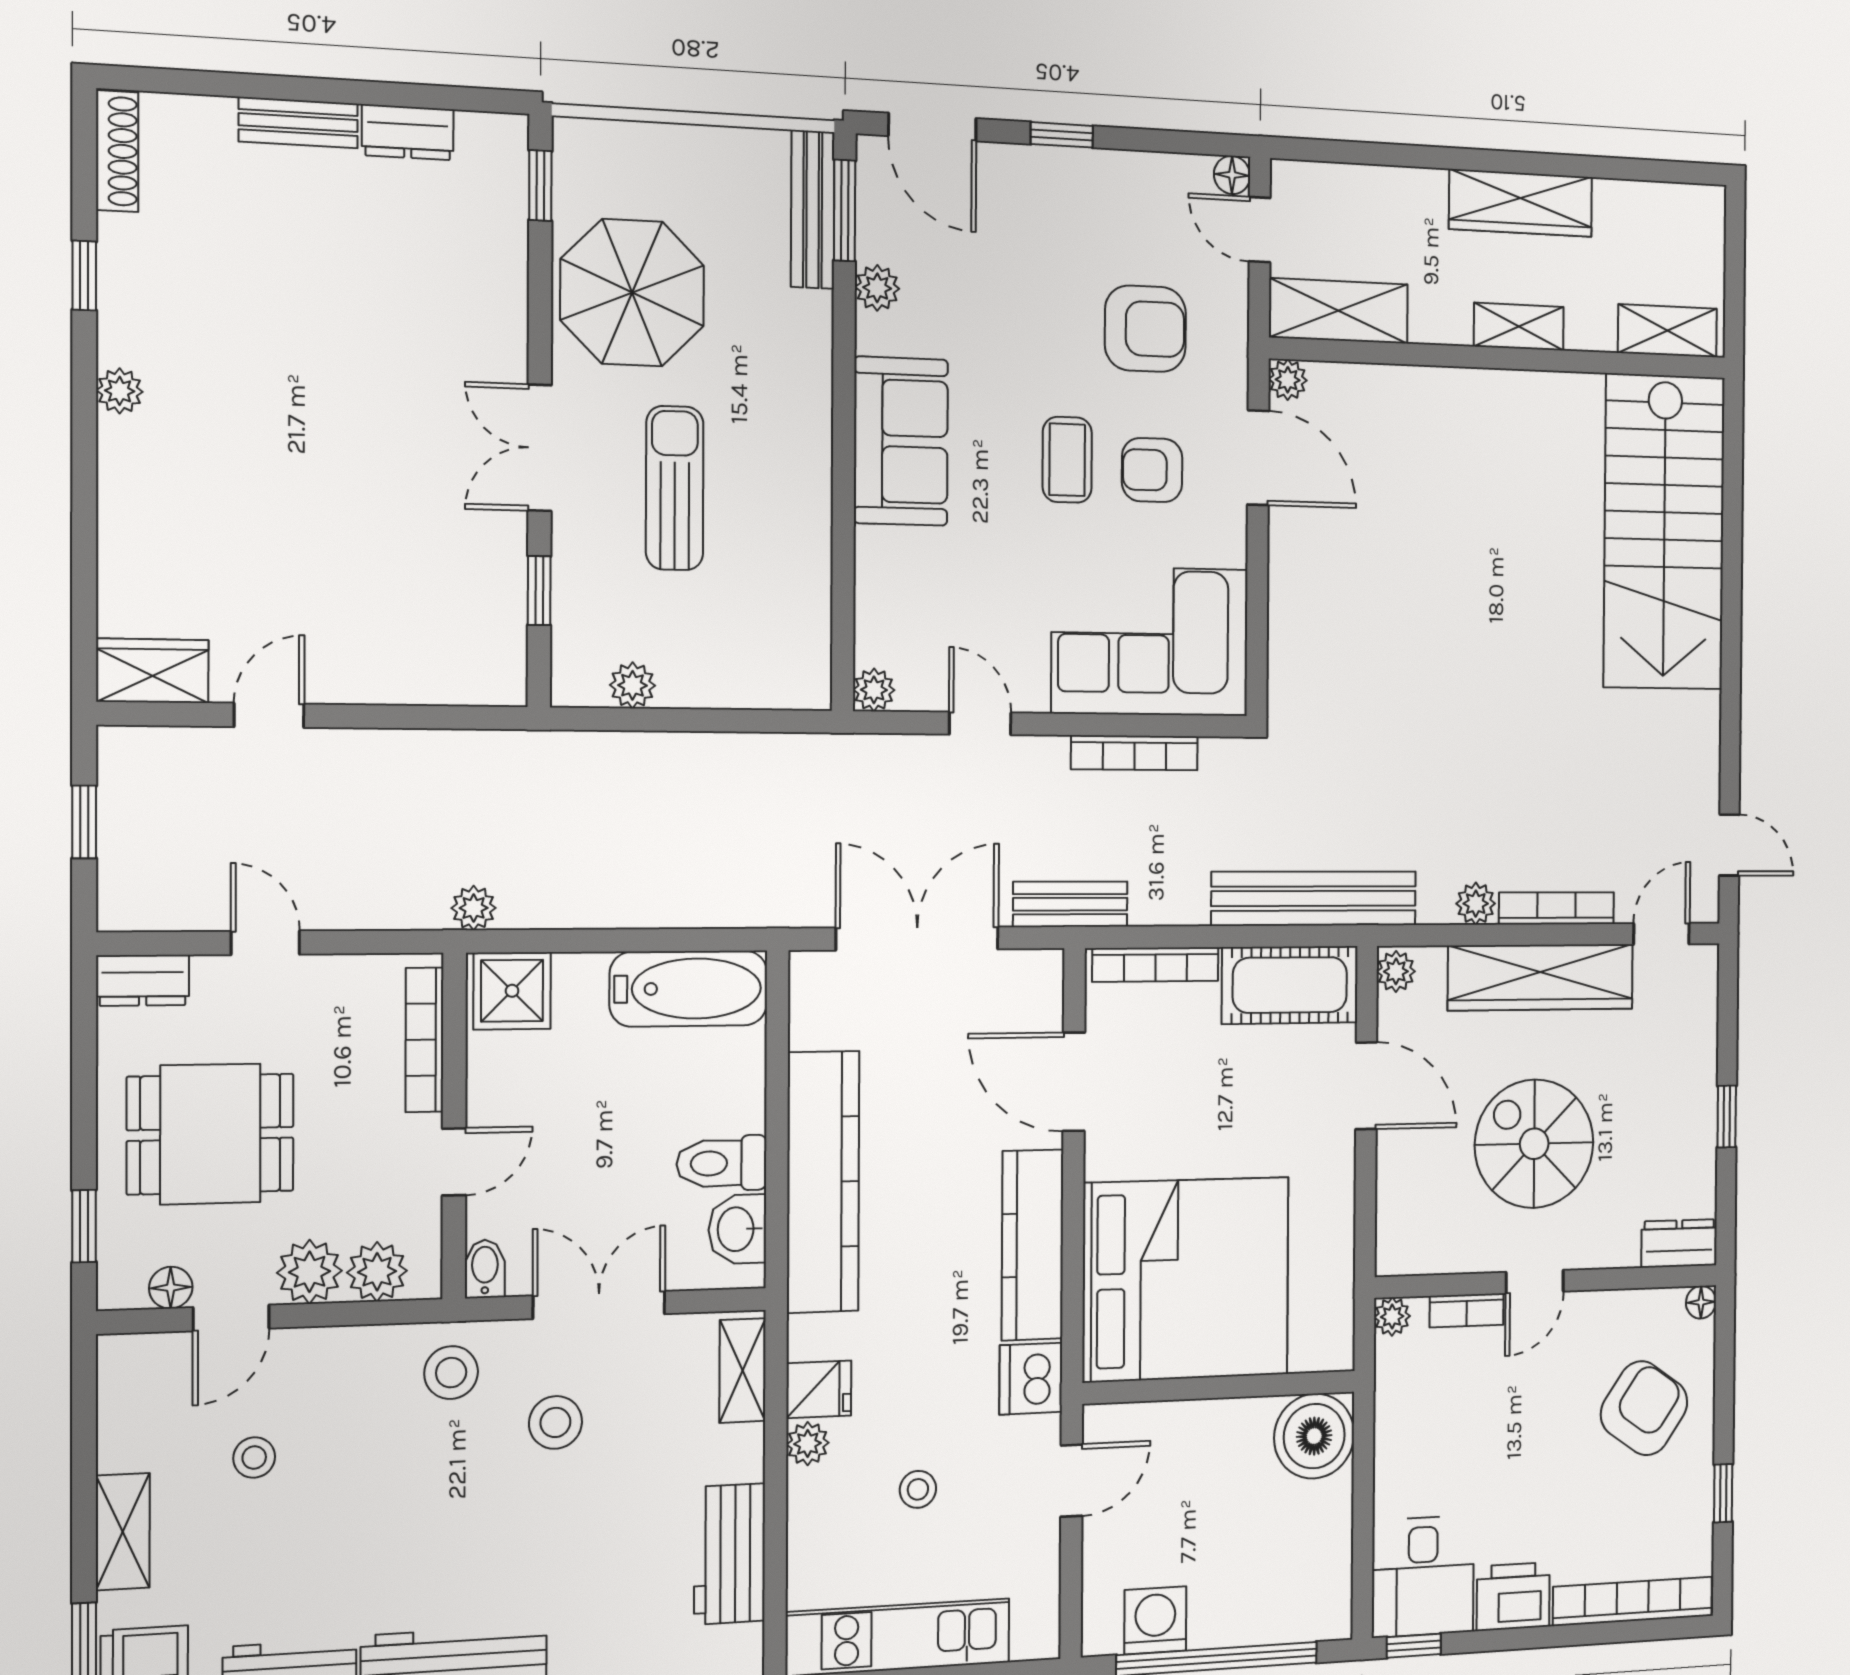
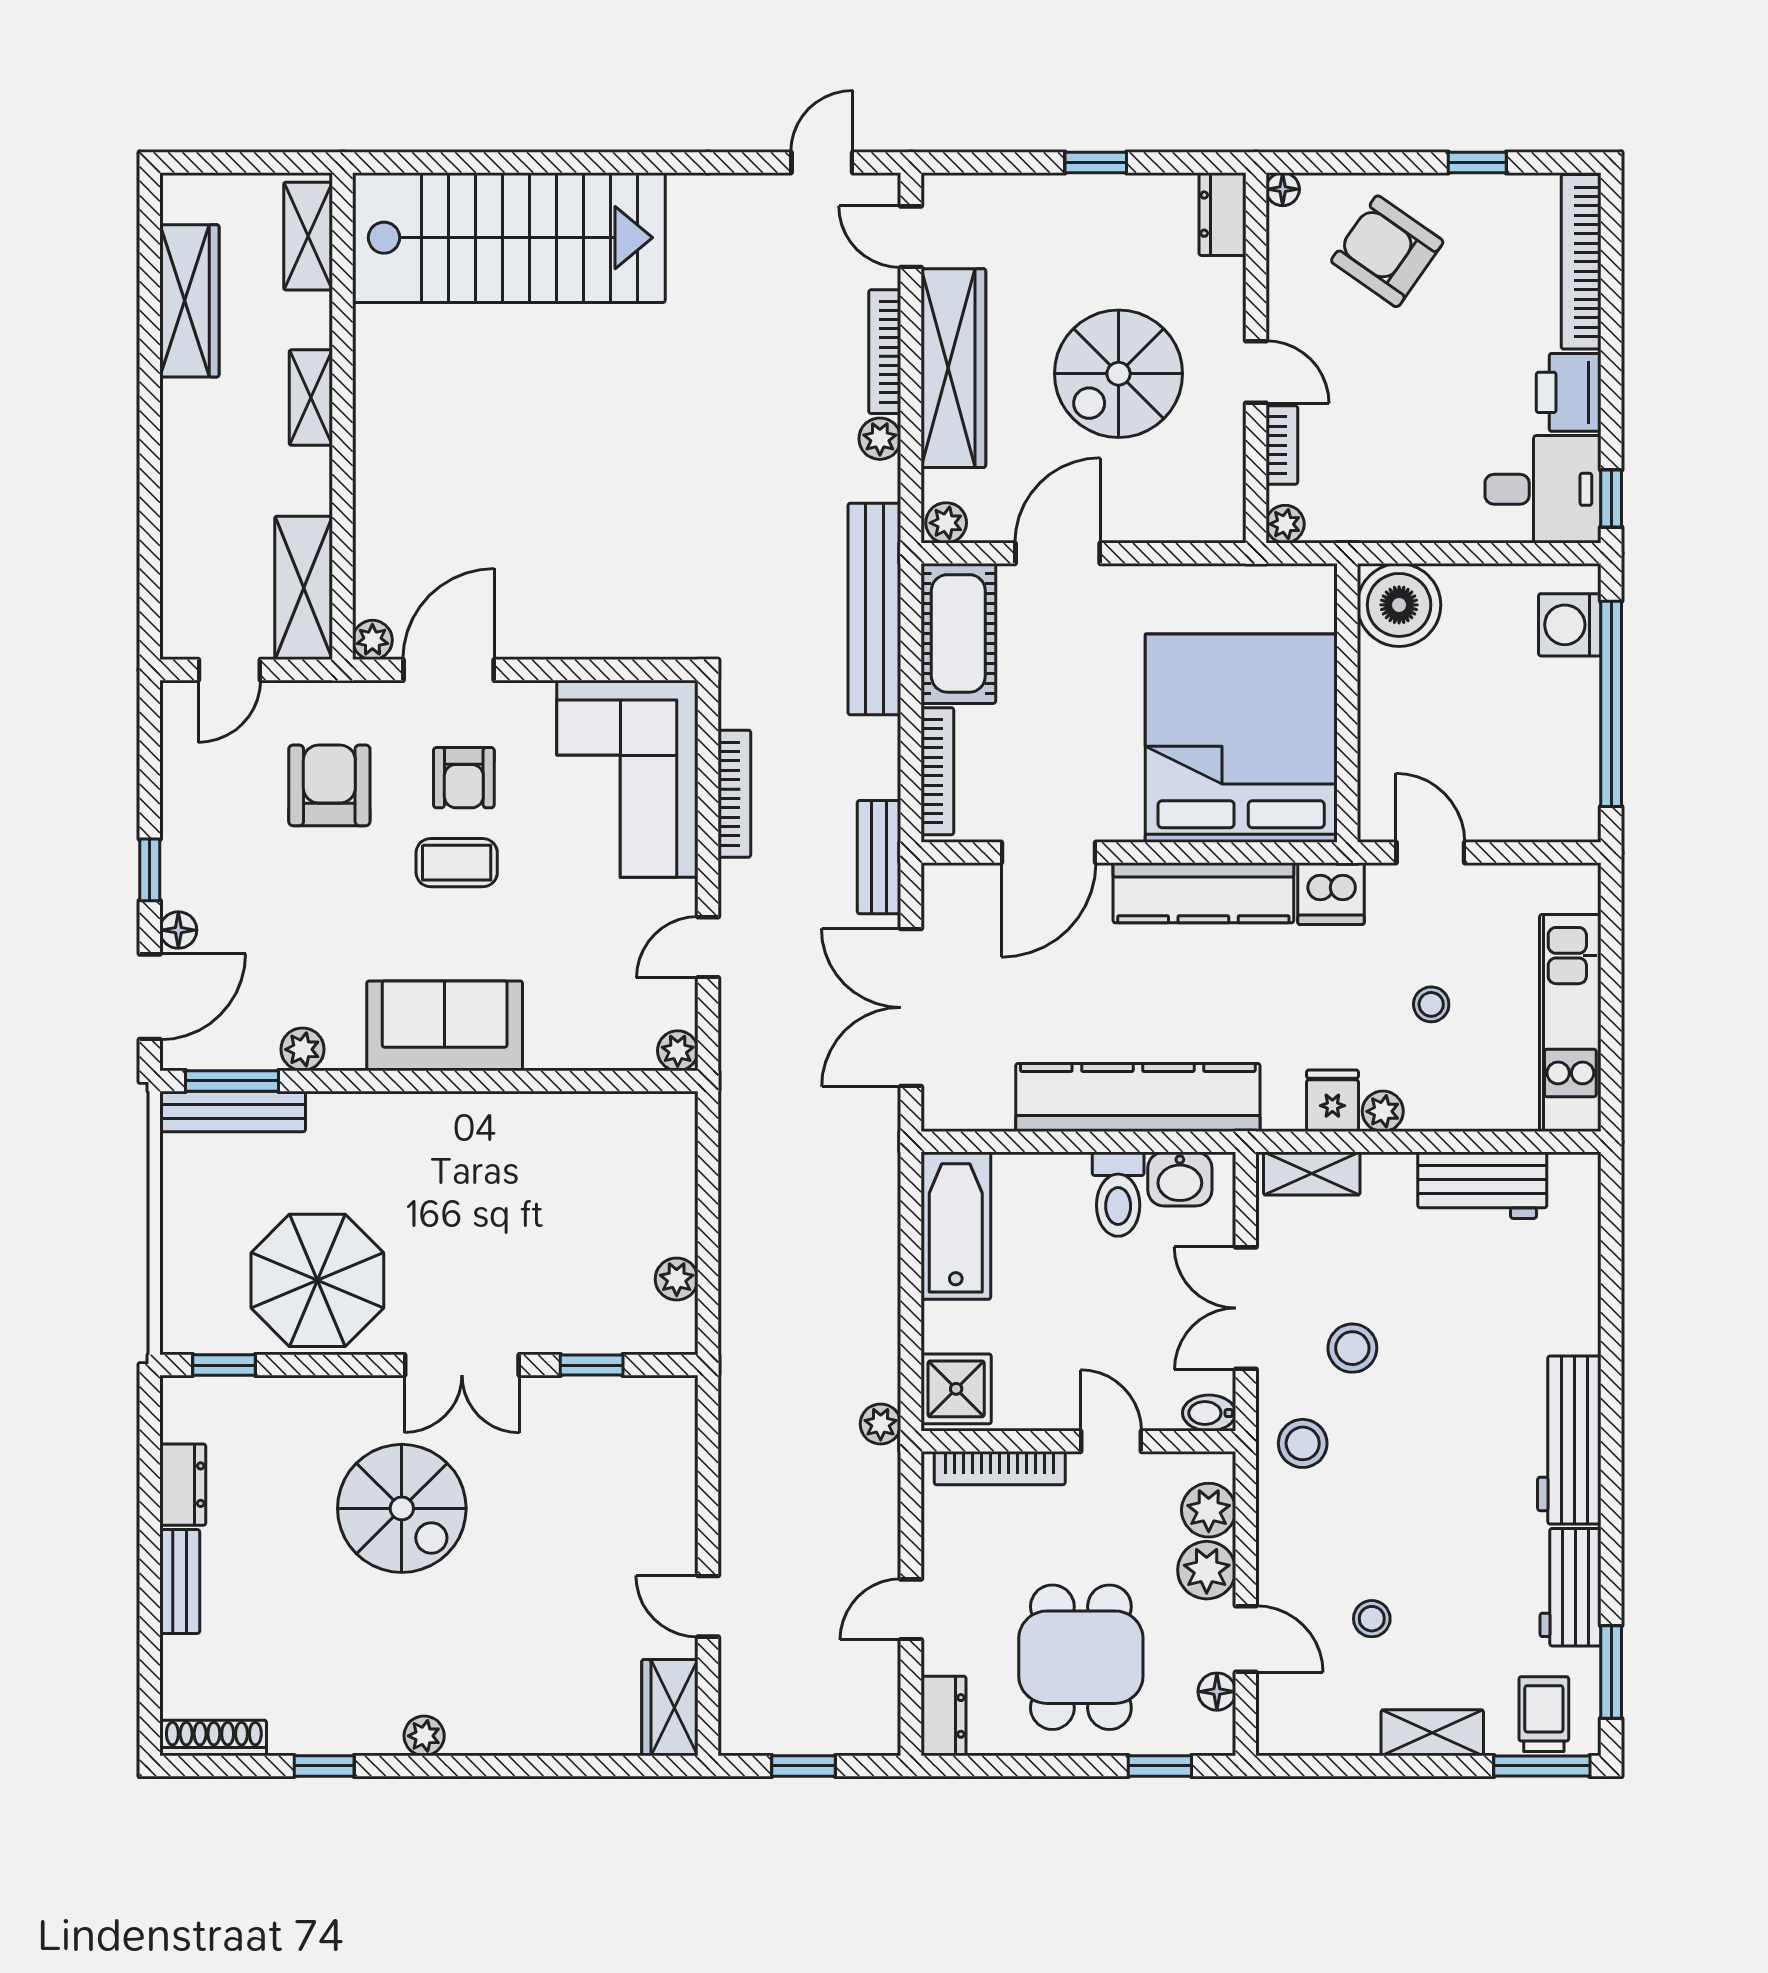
floor lamp: (1232, 175) -> (178, 930), moved
wardrobe: (1521, 203) -> (189, 301), moved
spiral stairs: (381, 376) -> (402, 1508), added
sun lounger: (675, 488) -> (495, 1240), removed
washing machine: (1155, 1620) -> (1570, 625), moved

